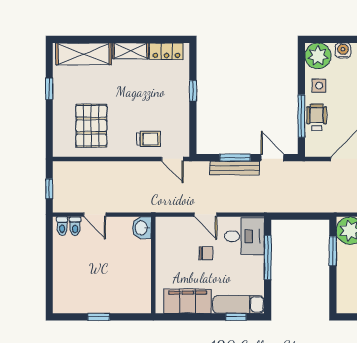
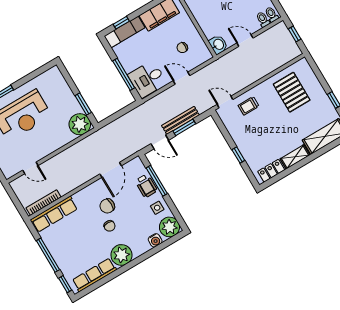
door: (95, 215) -> (245, 40), moved
chair: (206, 253) -> (182, 48), moved

